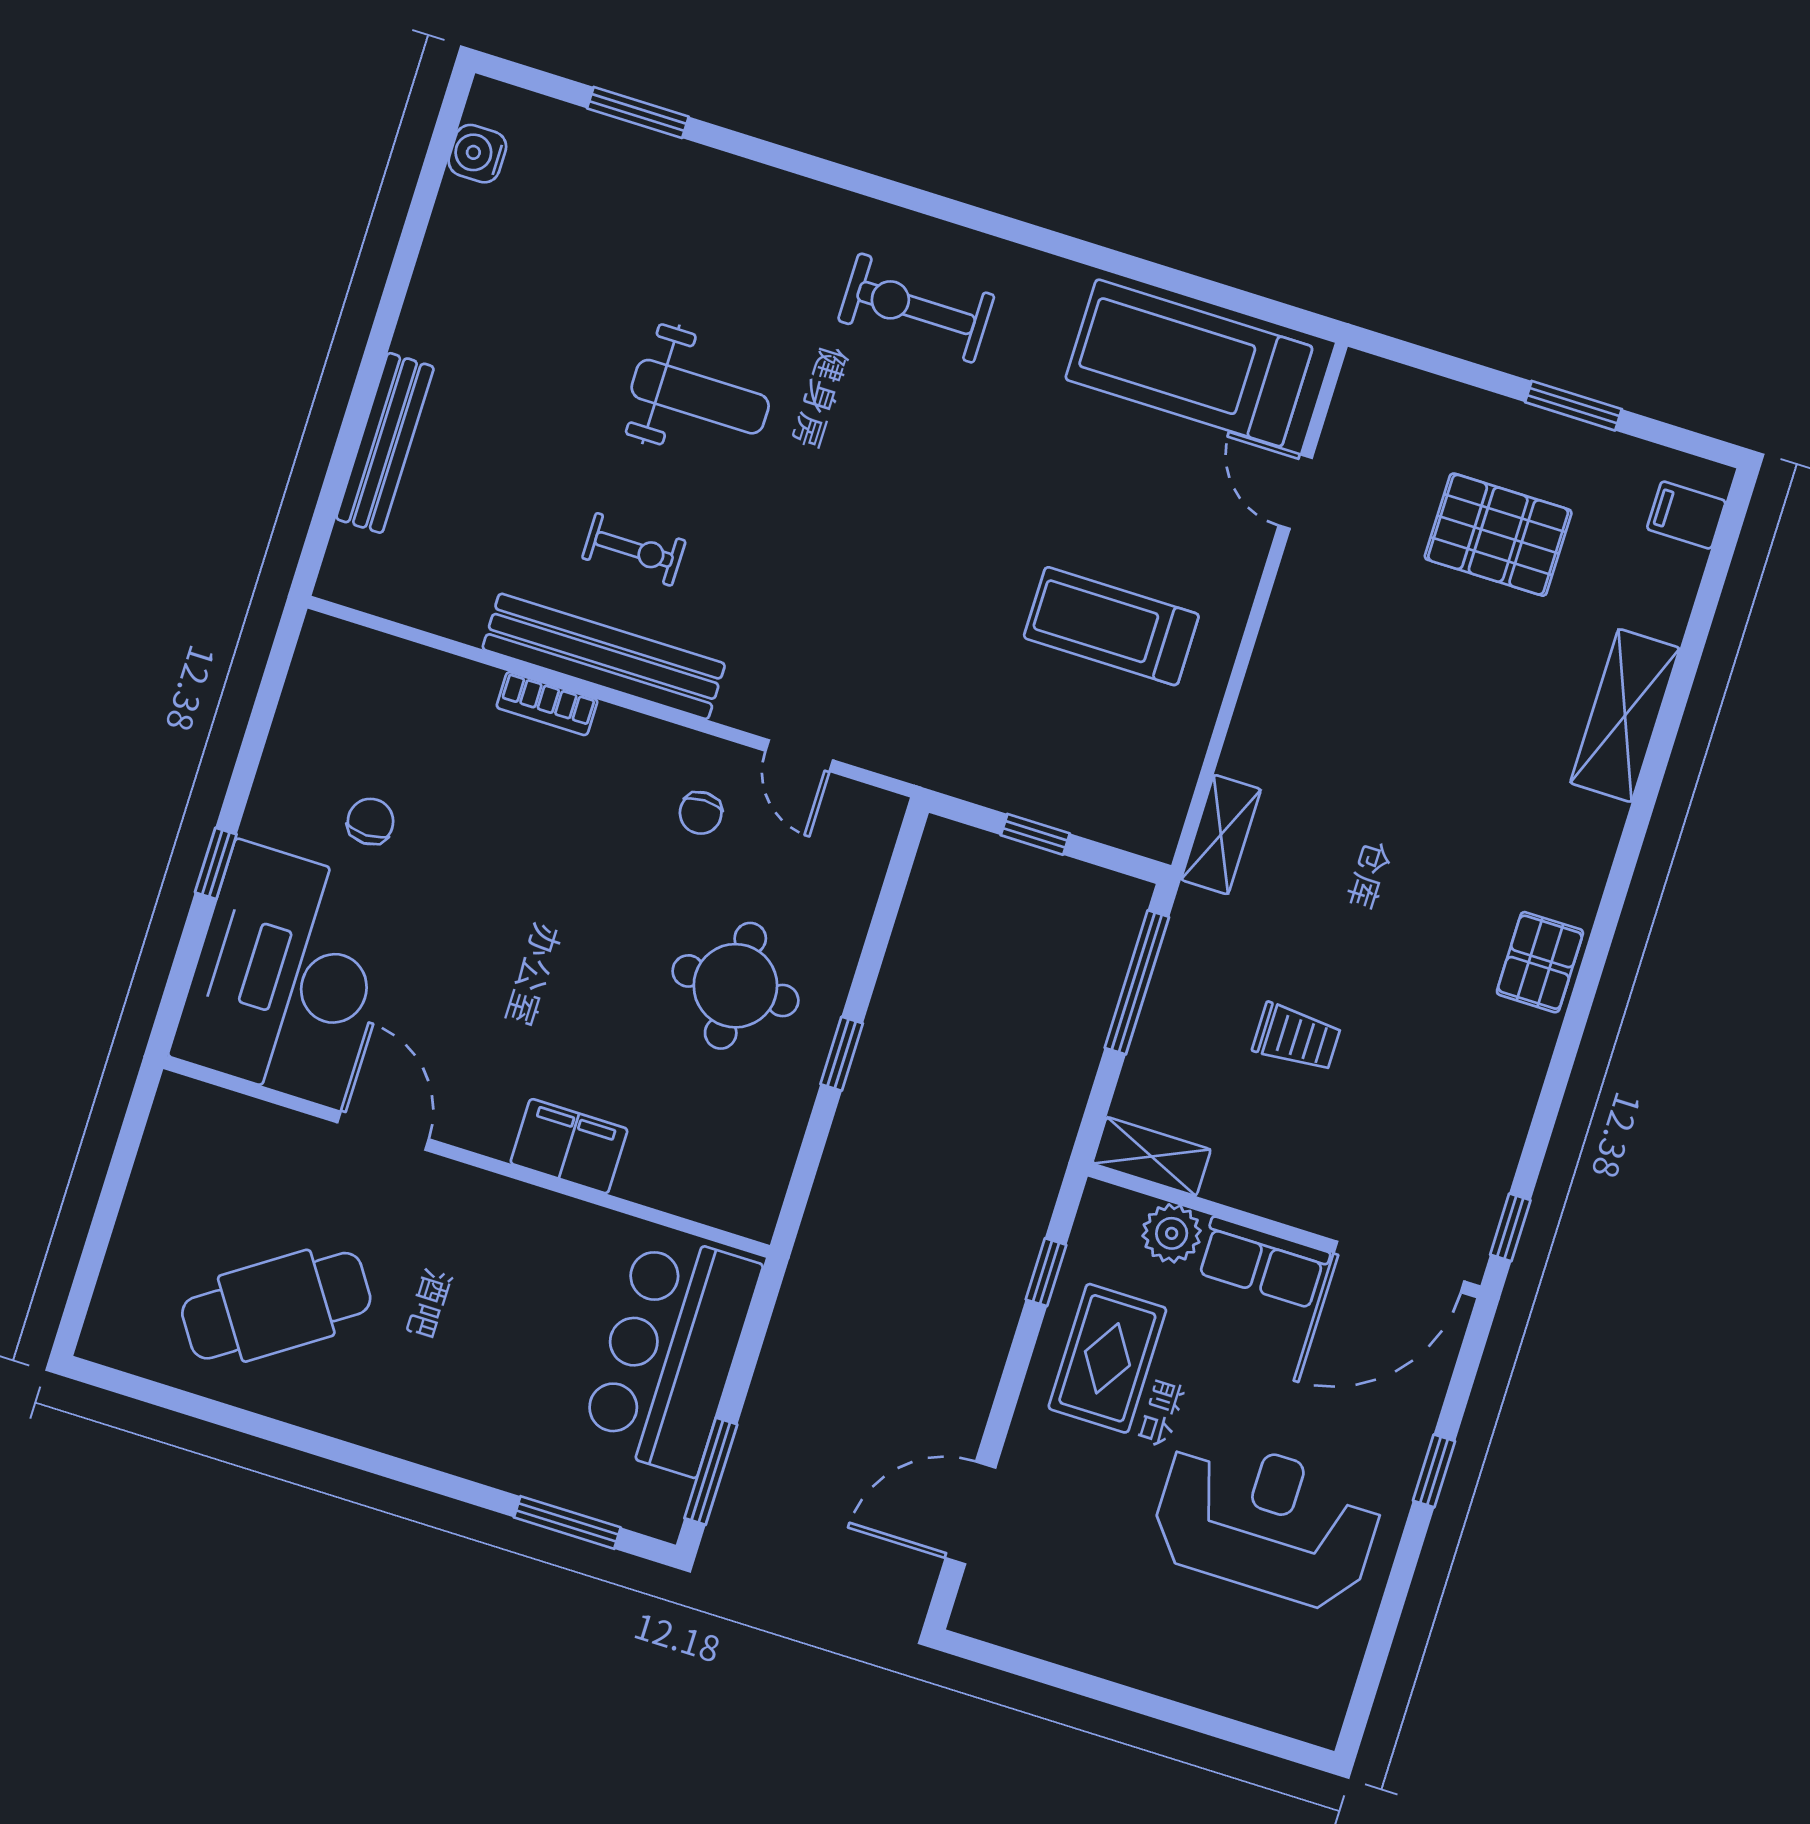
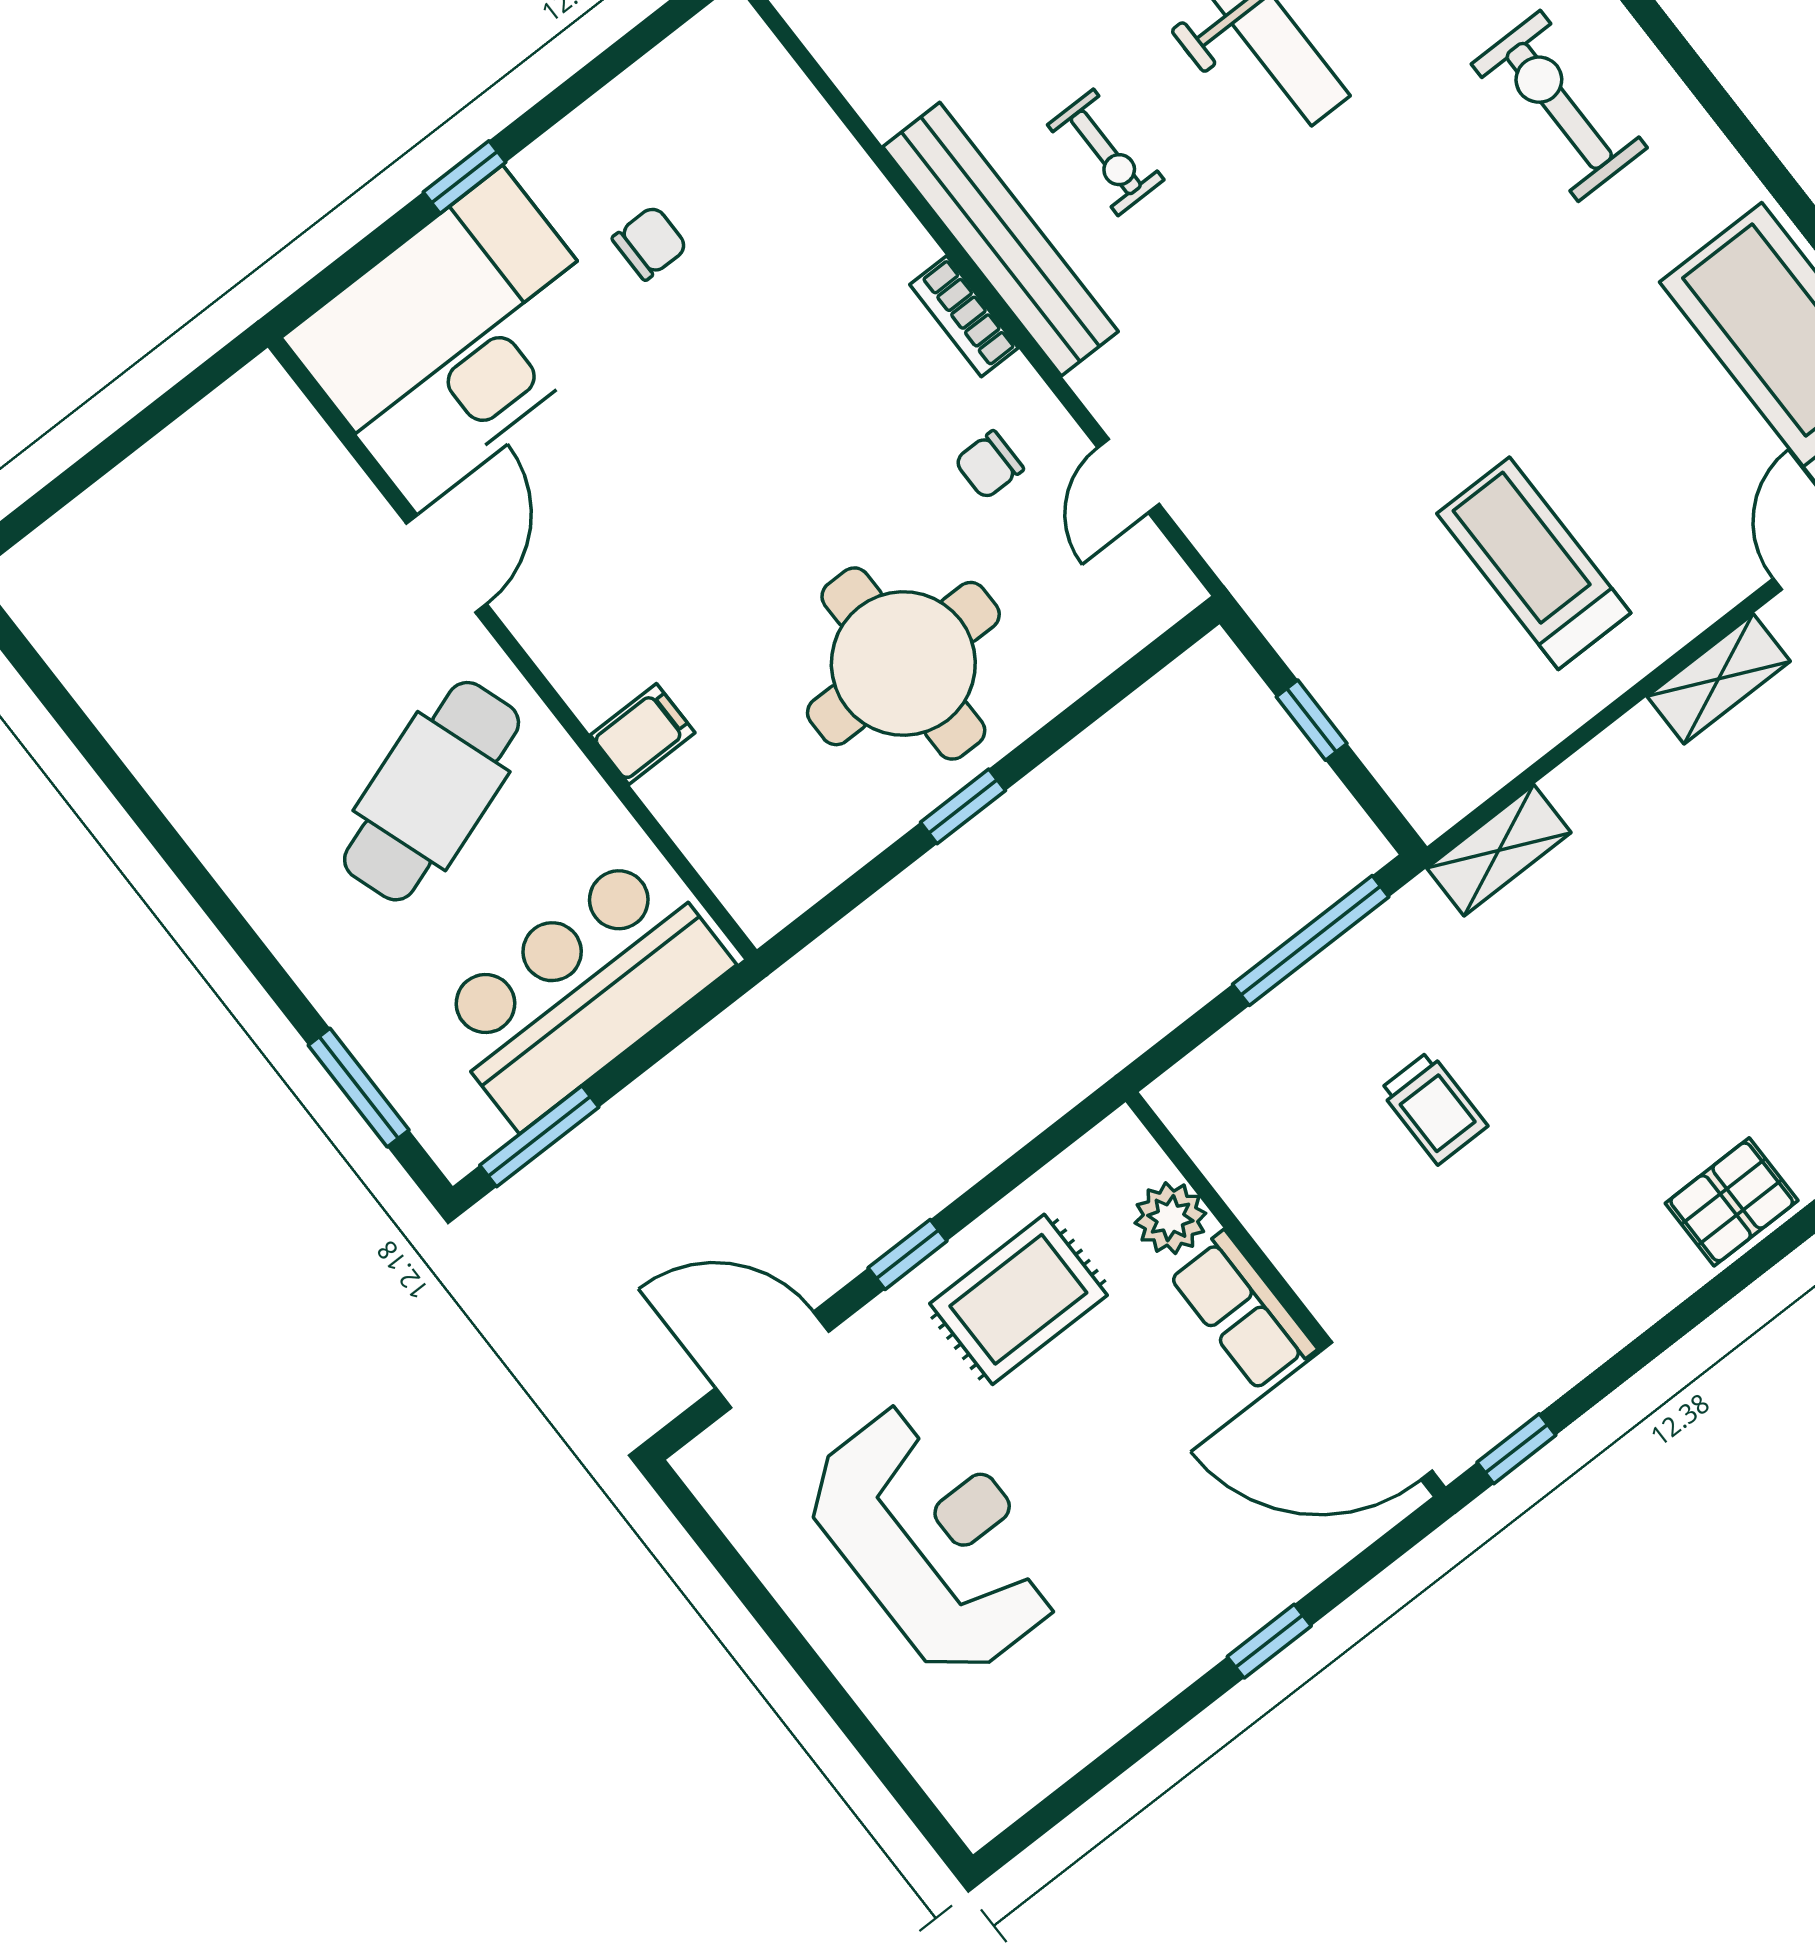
bookcase: (547, 704) -> (964, 316), moved
round table: (735, 986) -> (903, 664), width x1.36, depth x1.36
filing cabinet: (569, 1146) -> (643, 734), width x0.50
shelving: (1151, 1156) -> (1719, 679), moved, turned 90
window: (1046, 1272) -> (908, 1254), moved
cafe table: (276, 1306) -> (432, 791), moved, turned -75
reception desk: (1266, 1522) -> (935, 1539), moved

